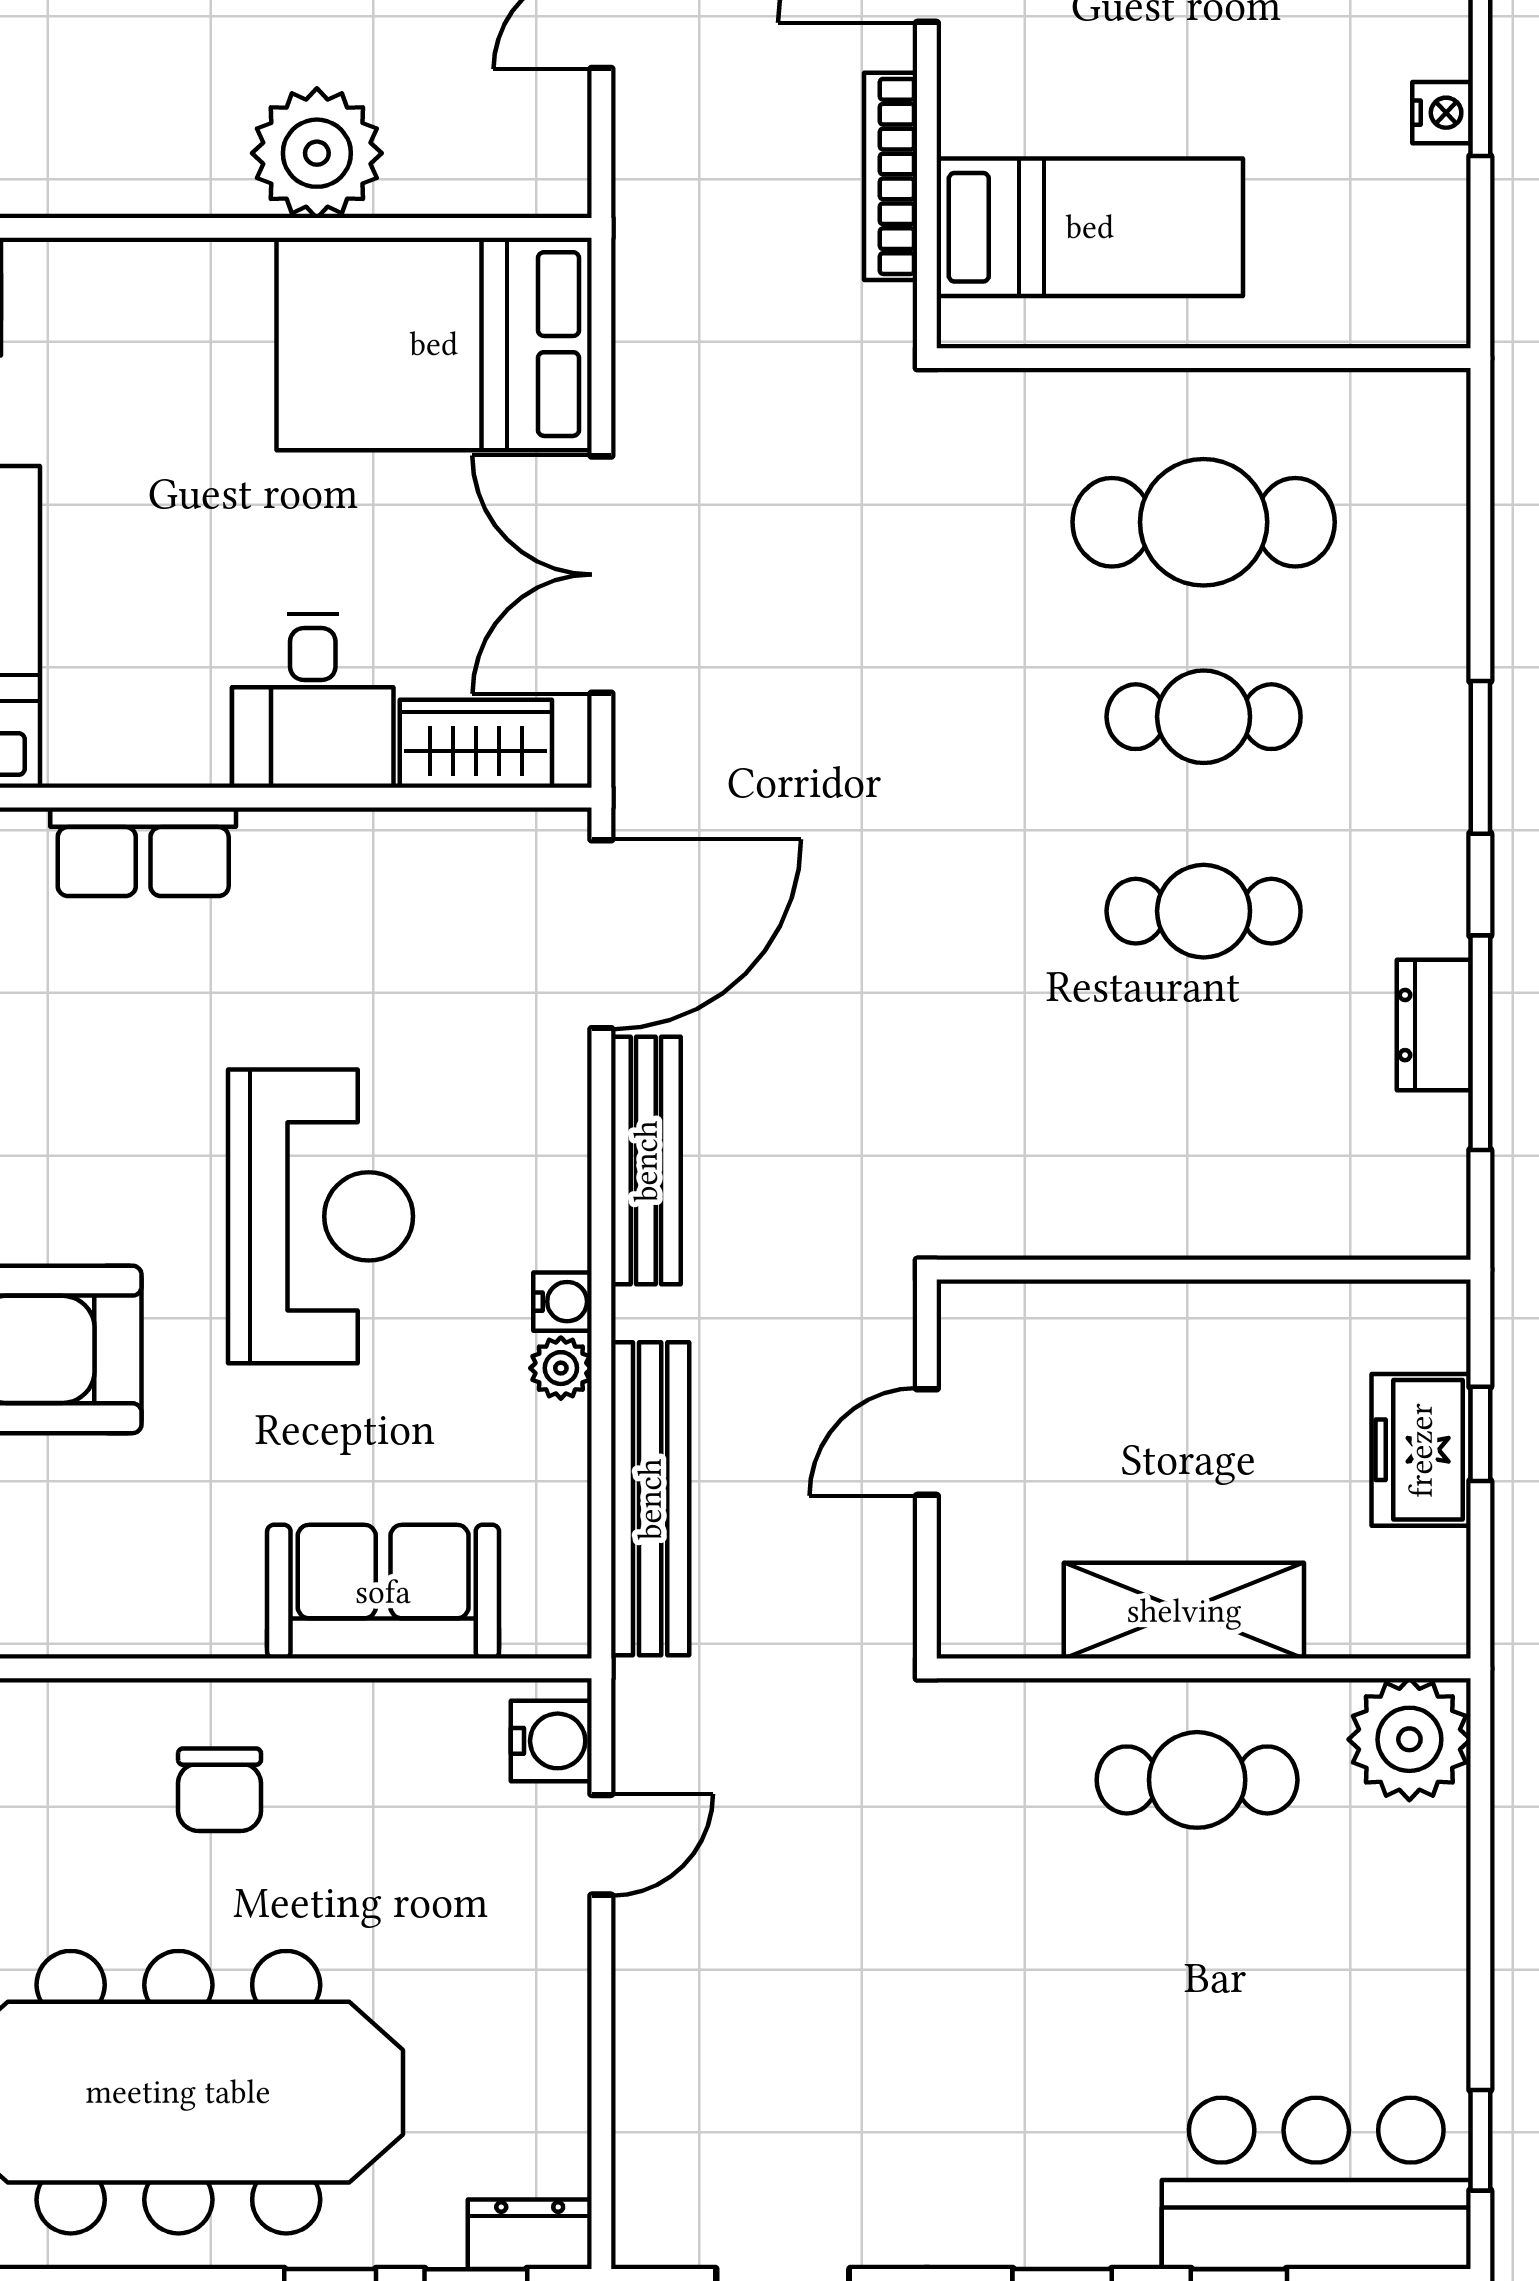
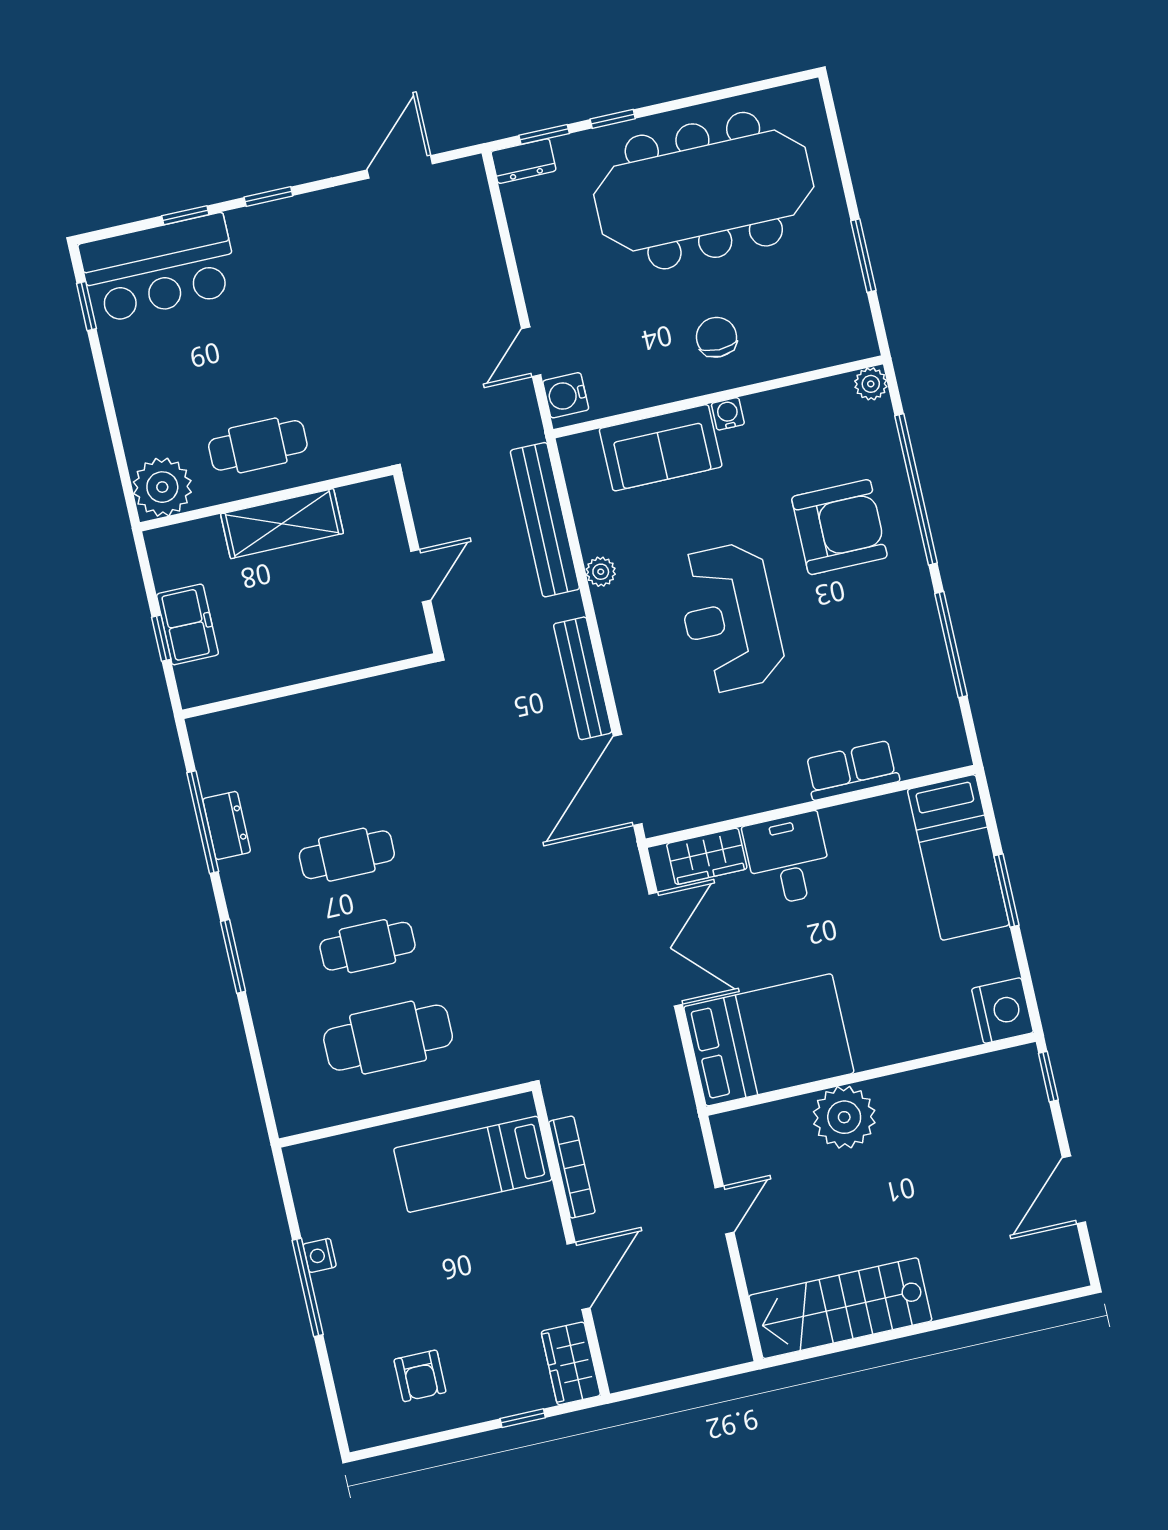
water cooler: (562, 1302) -> (728, 414), moved, turned 90

